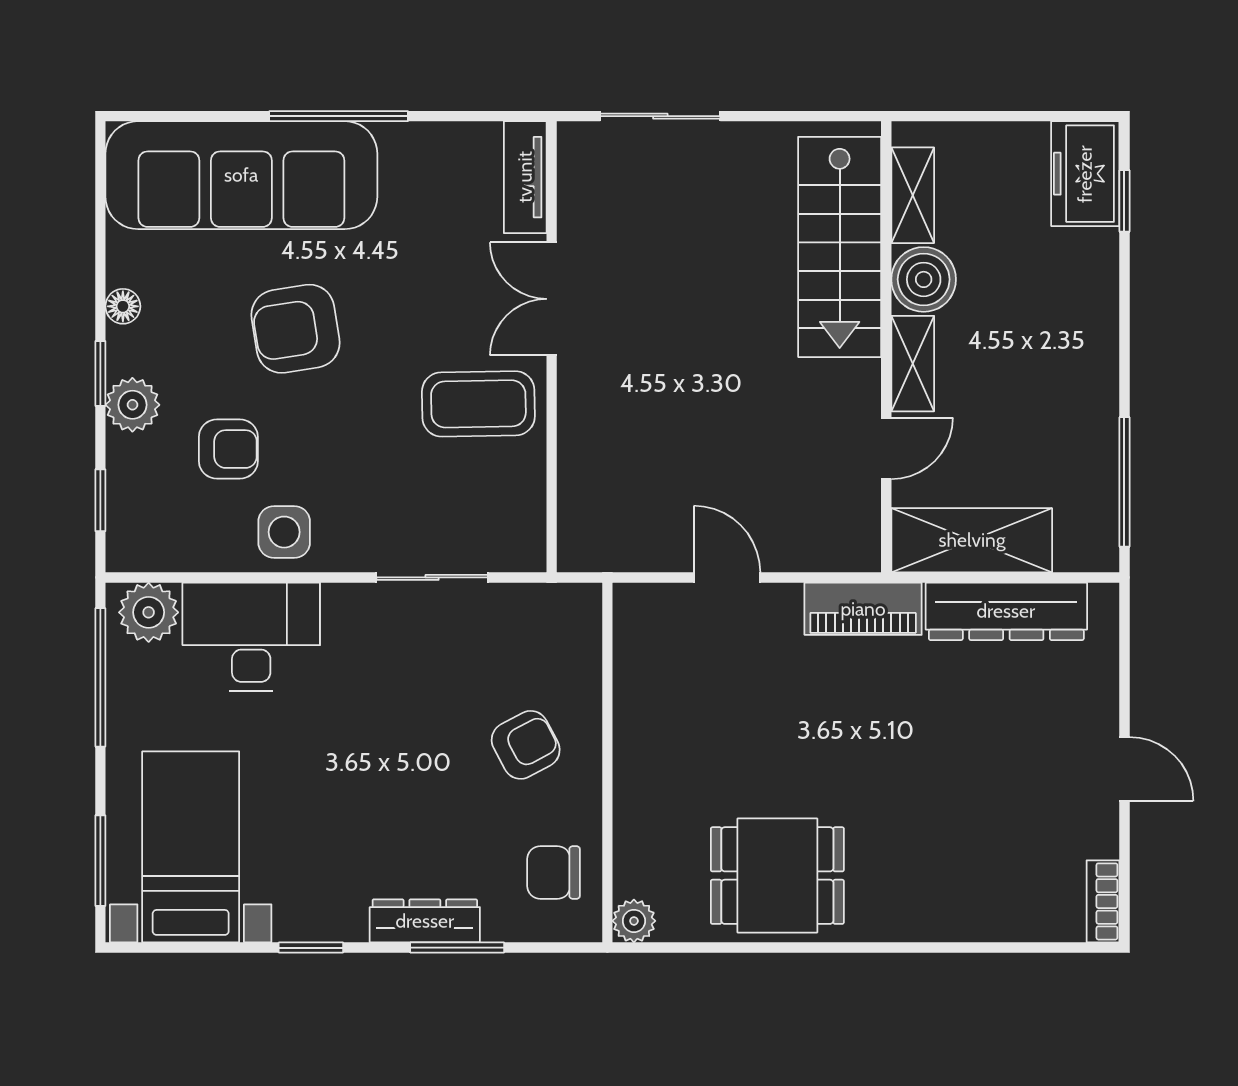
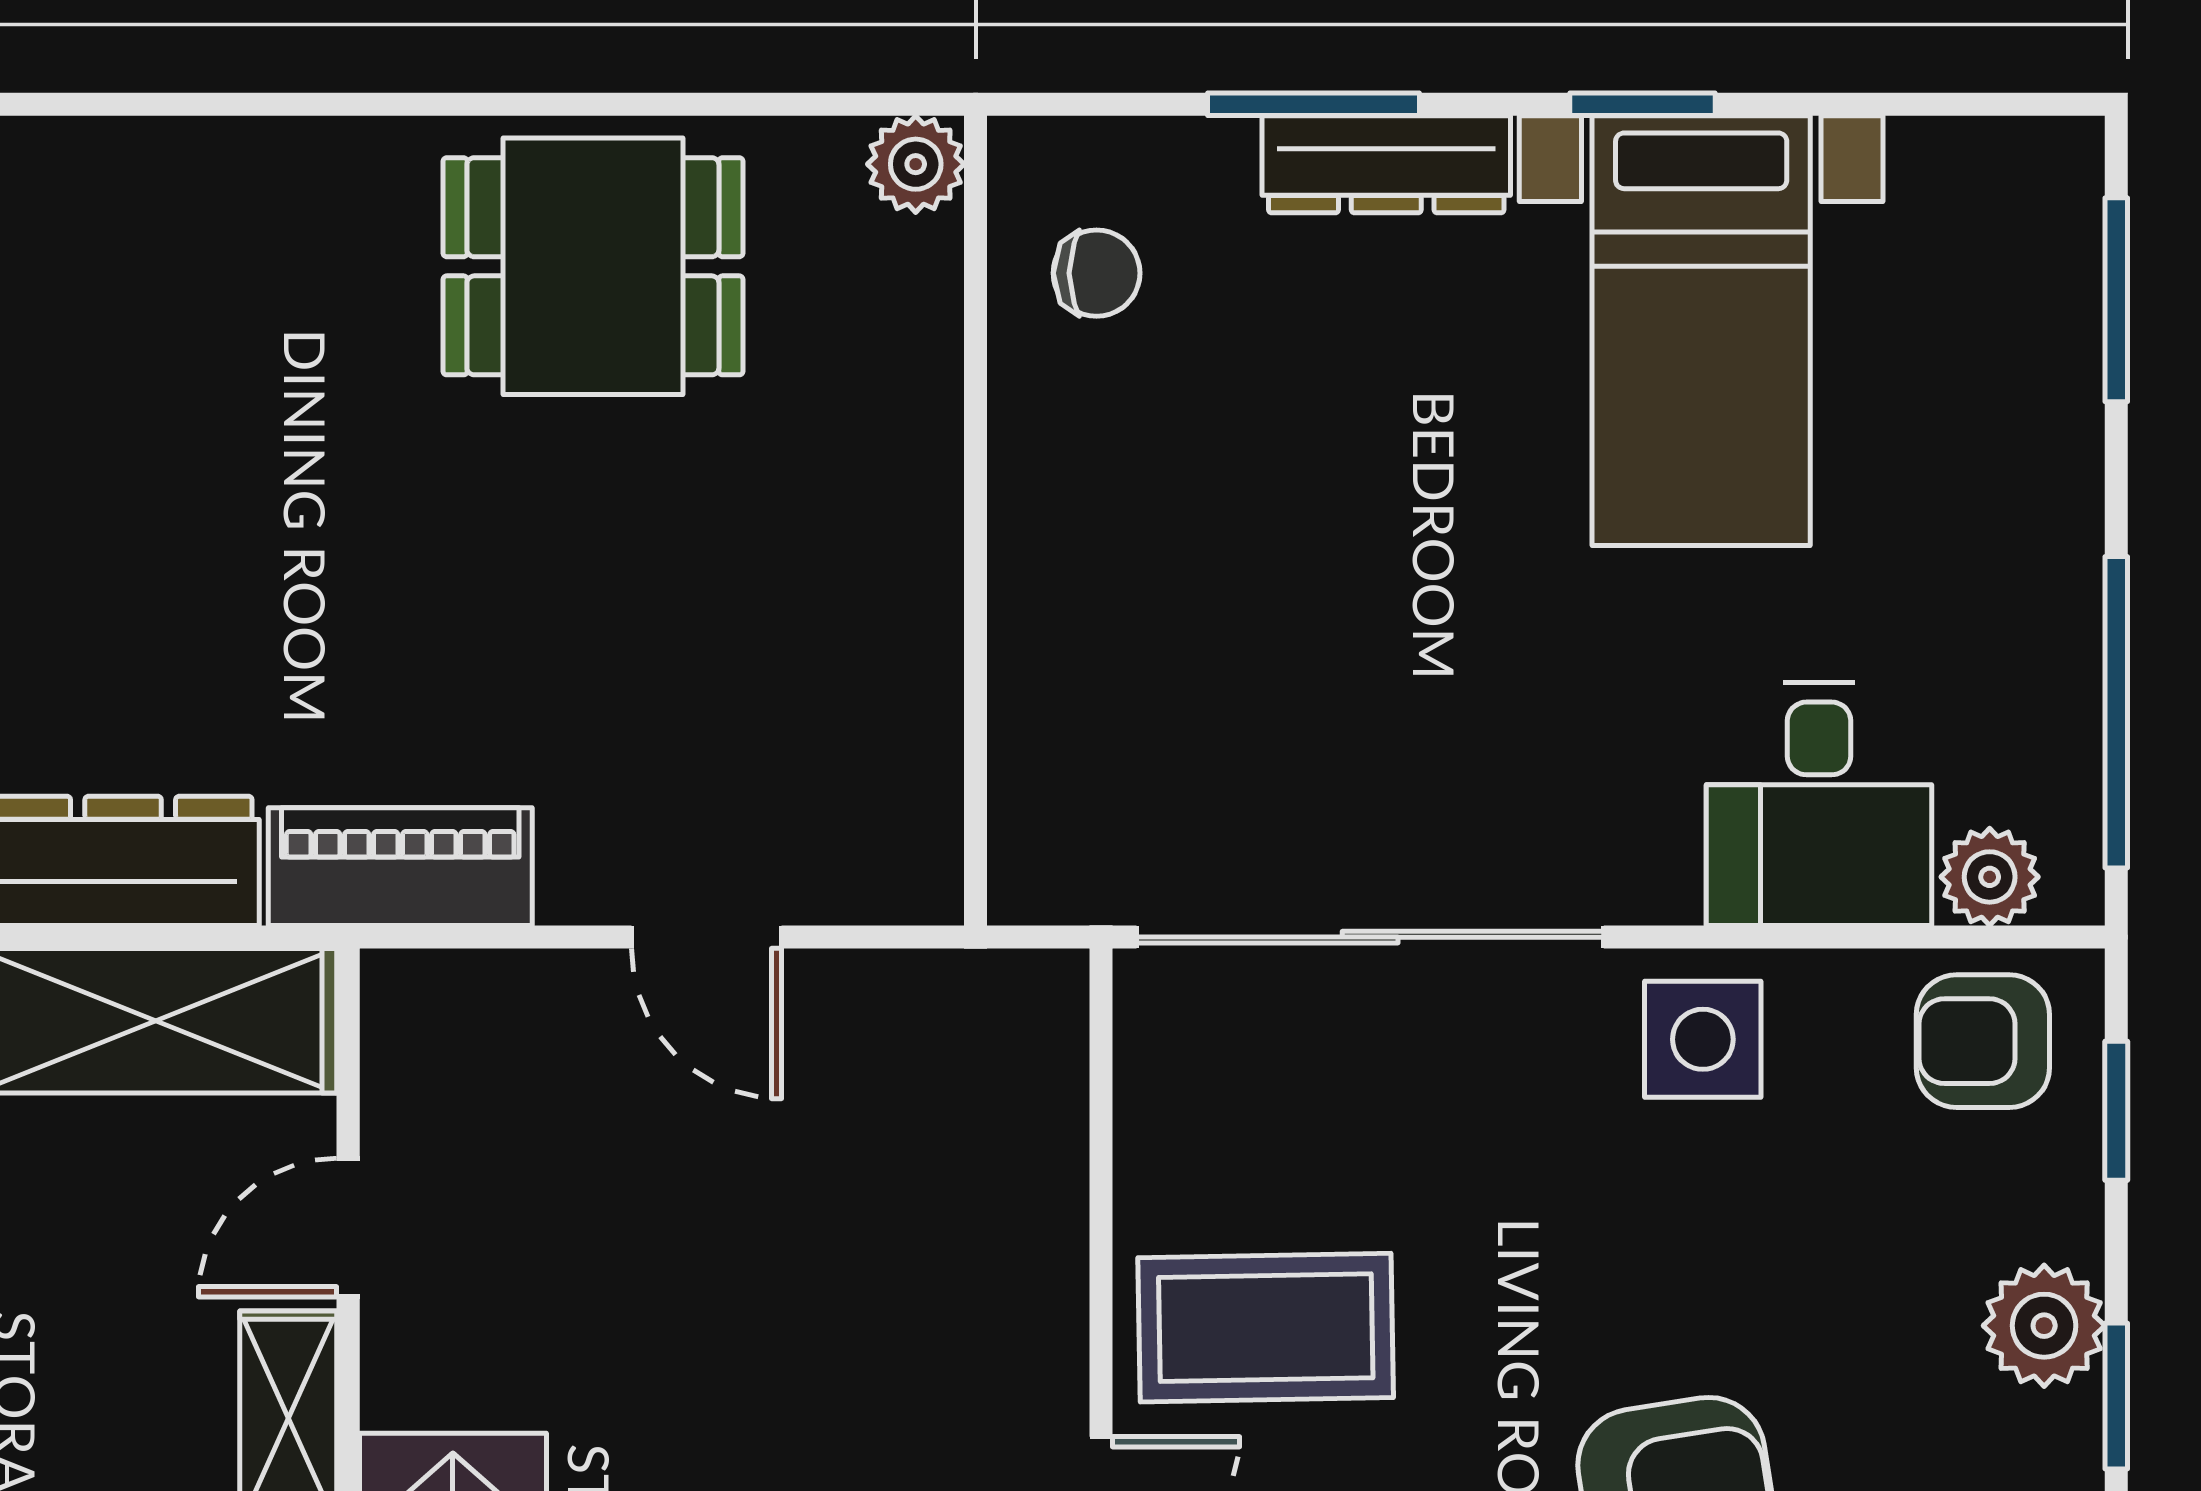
armchair: (228, 449) -> (1983, 1041), moved
sliding door: (432, 577) -> (1370, 937), width x1.86
plant: (149, 612) -> (1990, 877), width x0.73, depth x0.73
desk: (251, 637) -> (1819, 804), width x0.73
armchair: (526, 745) -> (1159, 560), removed
bed with nightstands: (191, 847) -> (1701, 331), moved
chair: (554, 873) -> (1097, 273), width x0.73, depth x0.73

